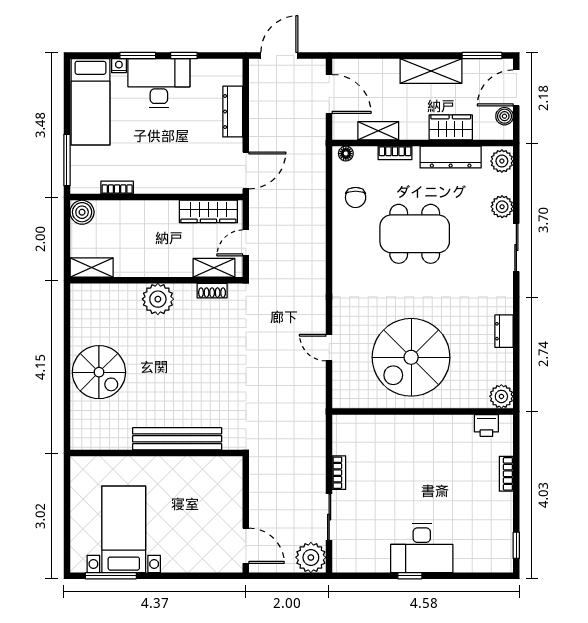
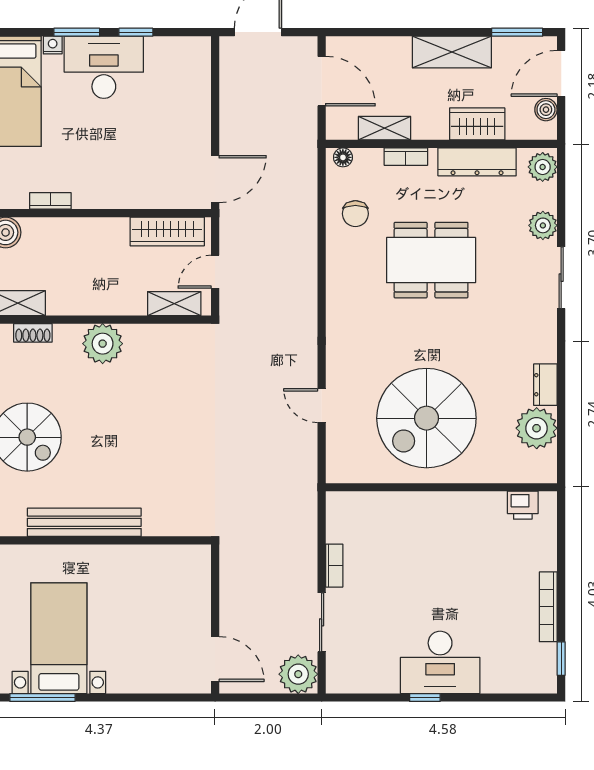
dresser: (233, 112) -> (198, 104), removed
shoe rack: (212, 291) -> (33, 333), moved
plant: (501, 396) -> (537, 428), moved, width x1.36, depth x1.36
bench: (177, 439) -> (84, 522), moved
bookcase: (506, 474) -> (548, 607), moved, width x1.56

